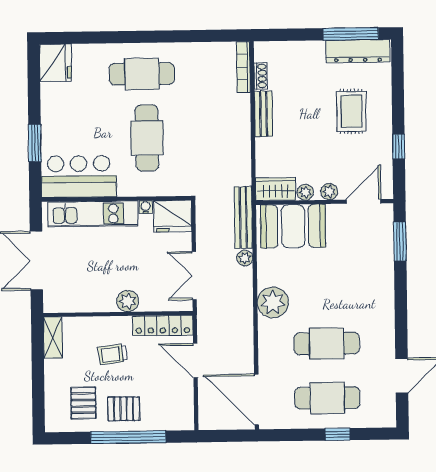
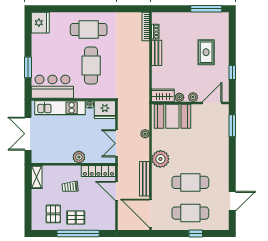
dresser: (358, 51) -> (210, 18), removed
bench: (243, 218) -> (145, 179), moved

